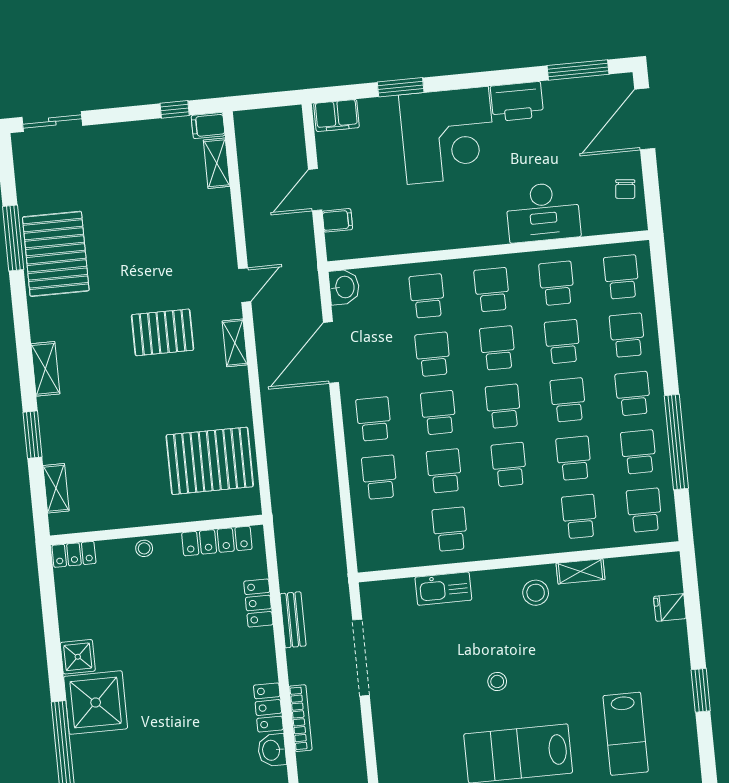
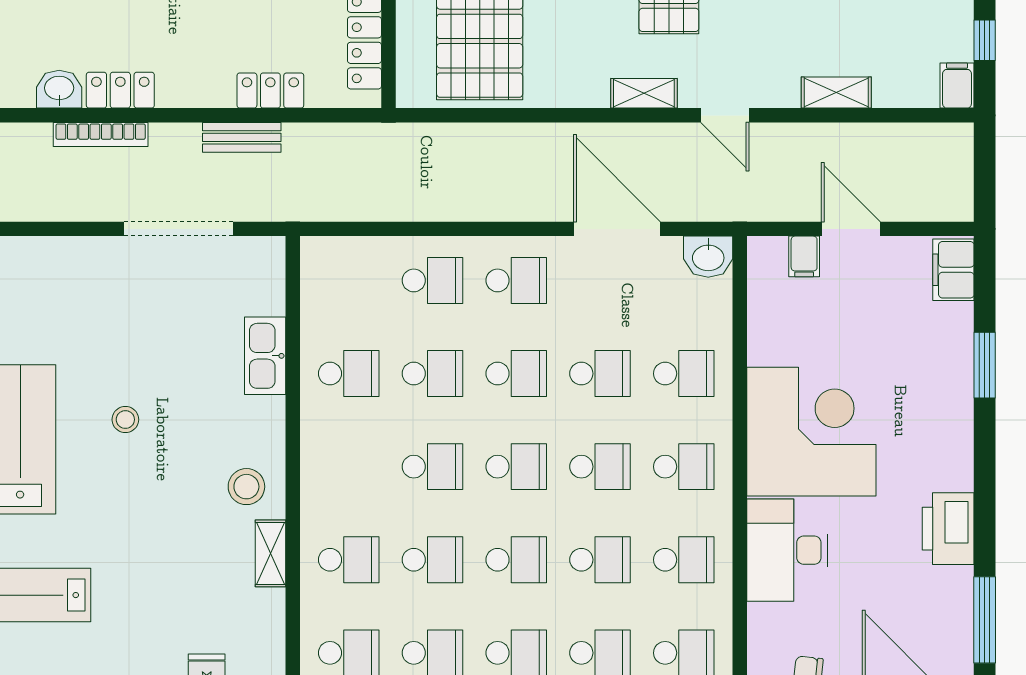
corner desk: (448, 135) -> (811, 432), moved, turned 180
shelving: (217, 163) -> (836, 93), moved

